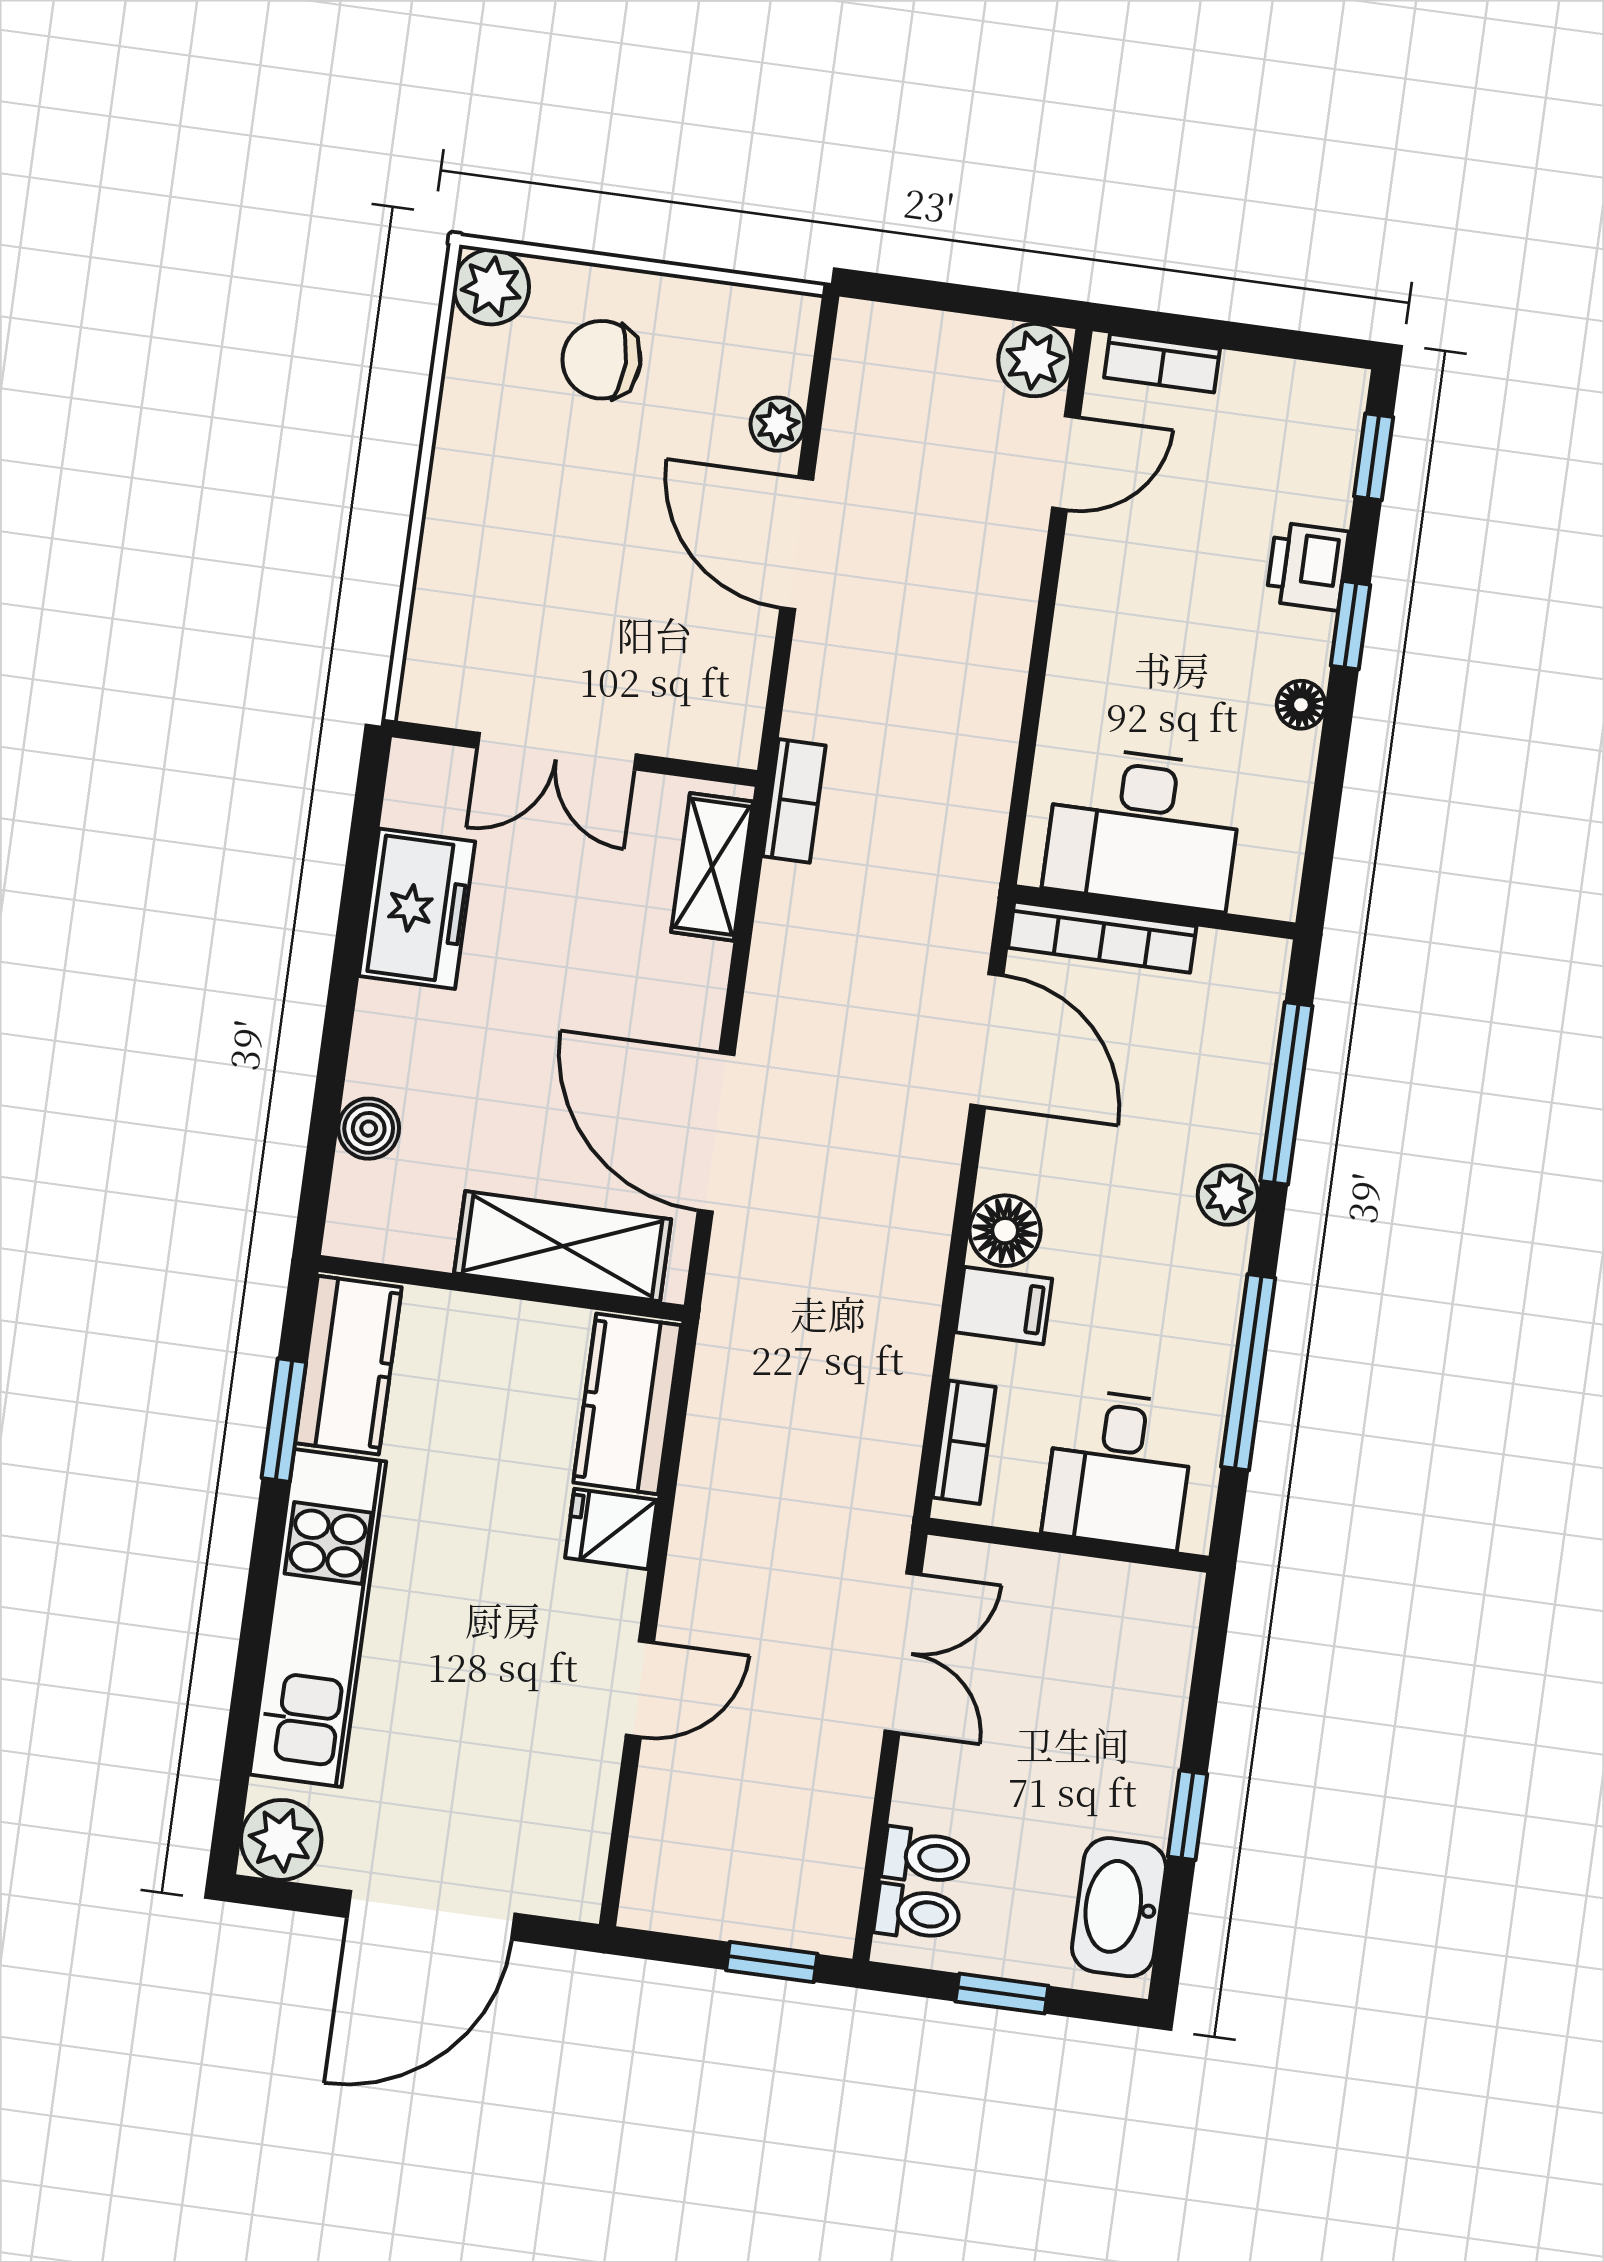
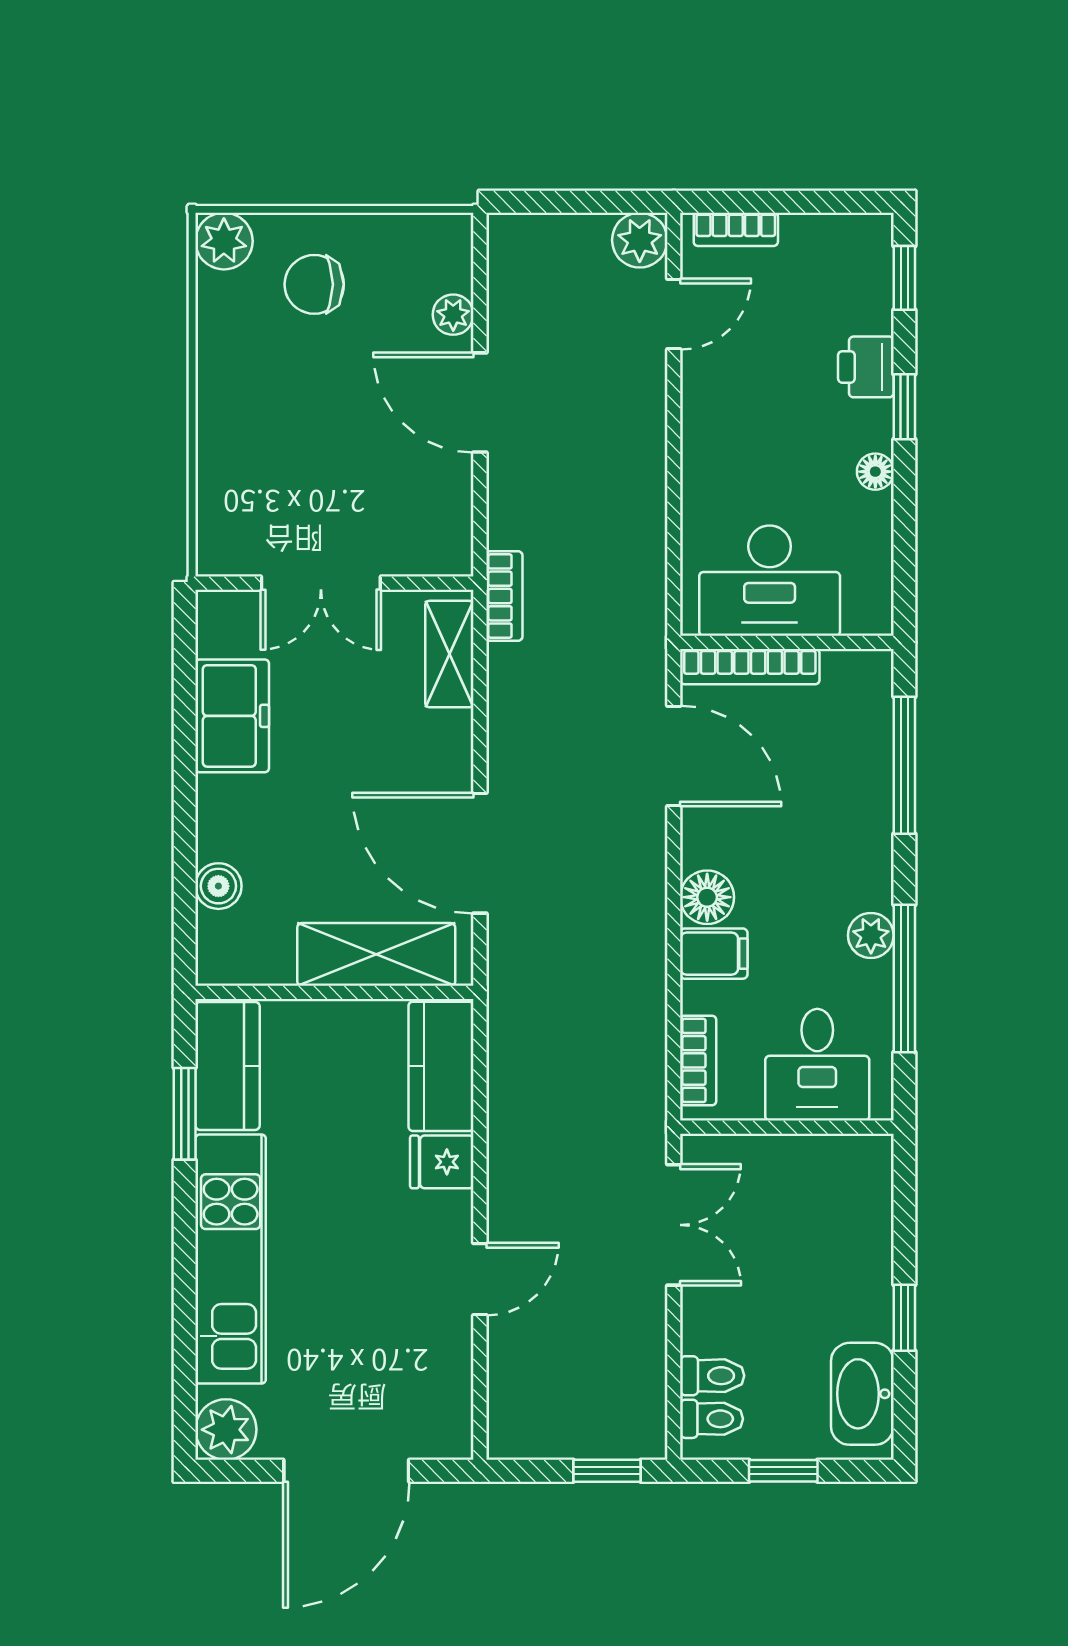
plant: (1228, 1195) -> (871, 935), moved

